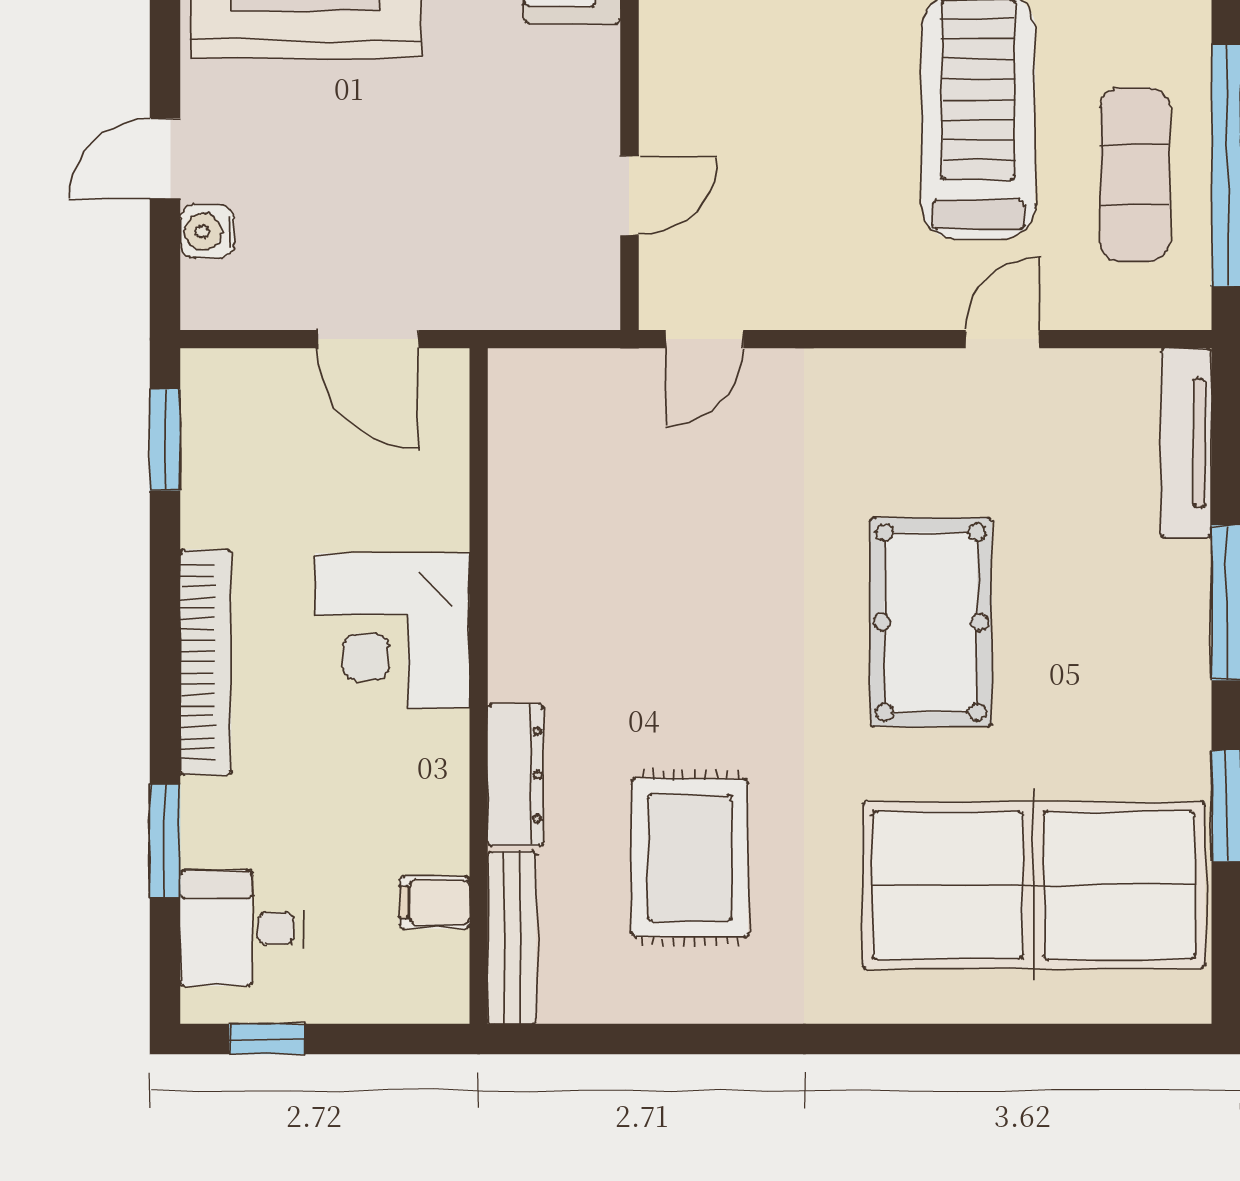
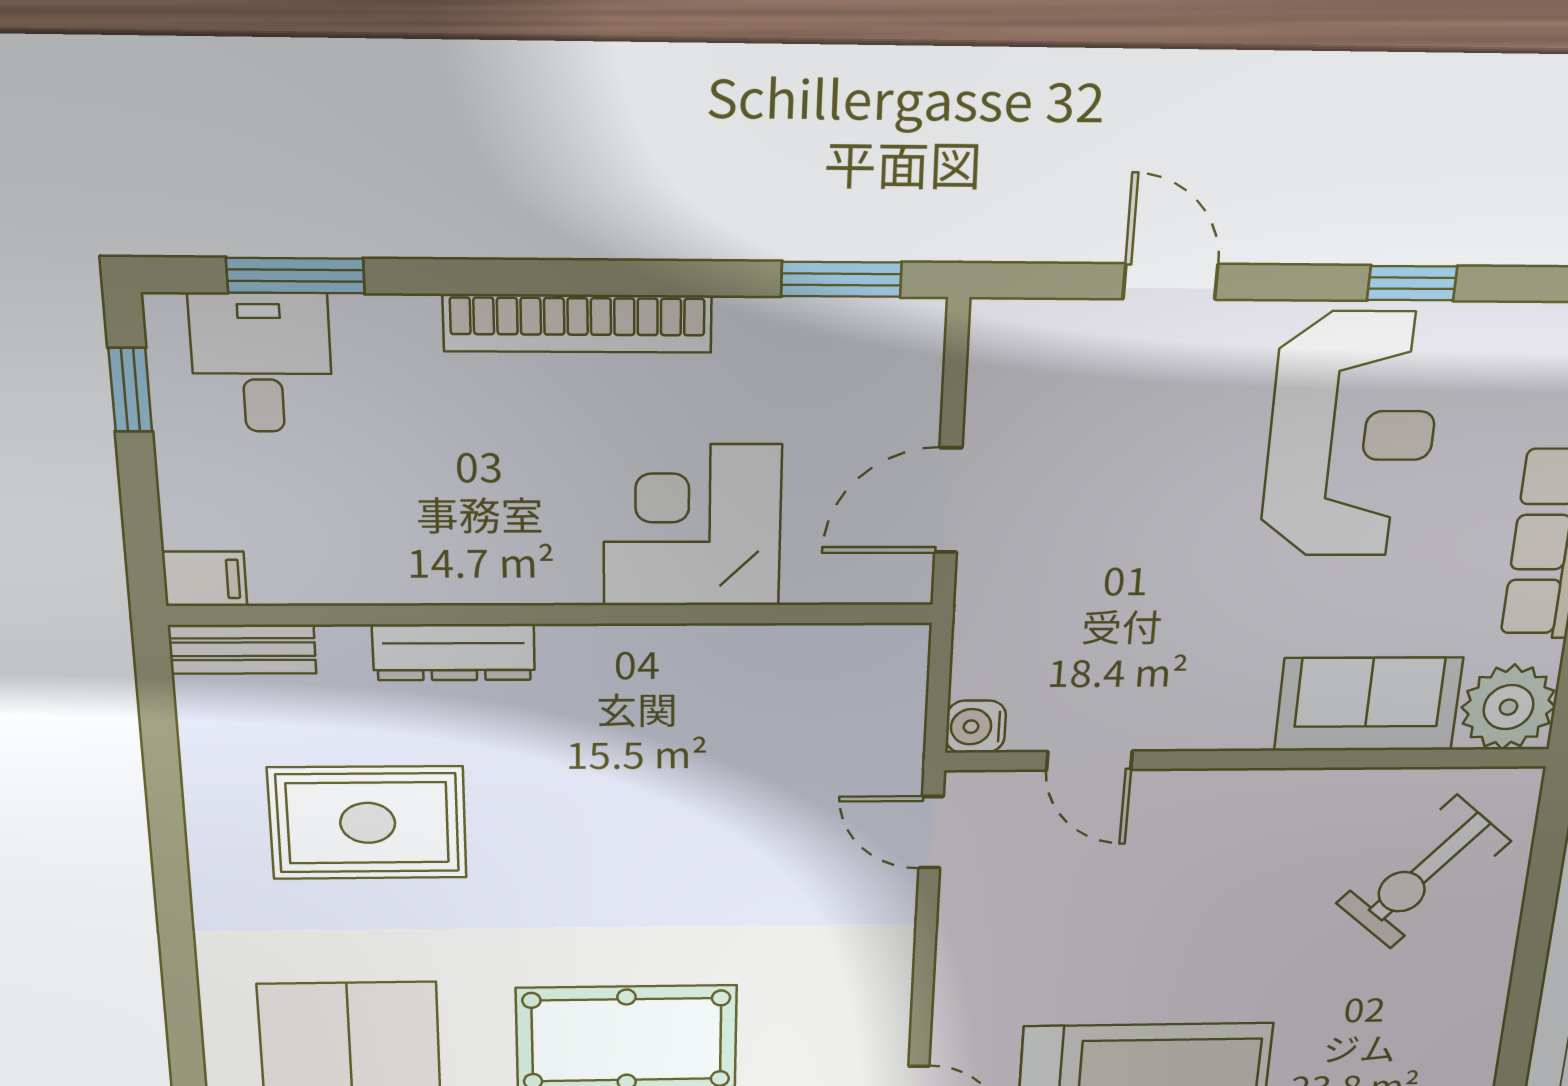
water cooler: (207, 232) -> (976, 727), moved, turned -90
corner desk: (392, 631) -> (692, 526), moved
window: (165, 841) -> (296, 276), moved
filing cabinet: (435, 902) -> (205, 579), moved, turned 90
bench: (512, 937) -> (242, 649), width x0.73

